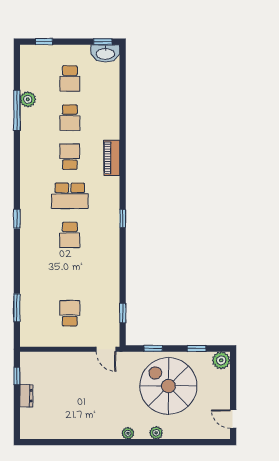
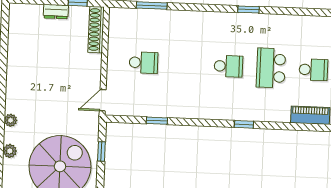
school desk: (70, 235) -> (228, 66), turned 180
window: (123, 313) -> (157, 121), moved
shoe rack: (41, 358) -> (96, 30), added

